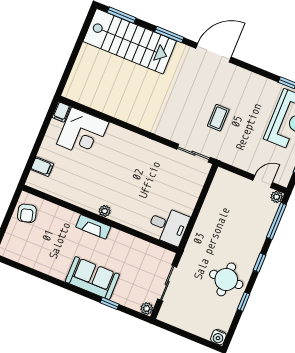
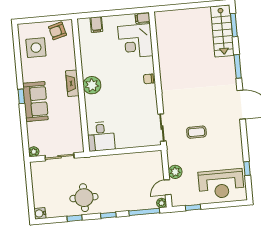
stairs: (130, 41) -> (222, 31), width x0.73, depth x0.66
chair: (132, 140) -> (149, 79), added
plant: (250, 164) -> (175, 172), added
door: (263, 181) -> (167, 187), swing flipped
plant: (105, 211) -> (92, 85), width x1.87, depth x1.87
side table: (33, 247) -> (36, 48), added
window: (110, 303) -> (21, 96), moved

